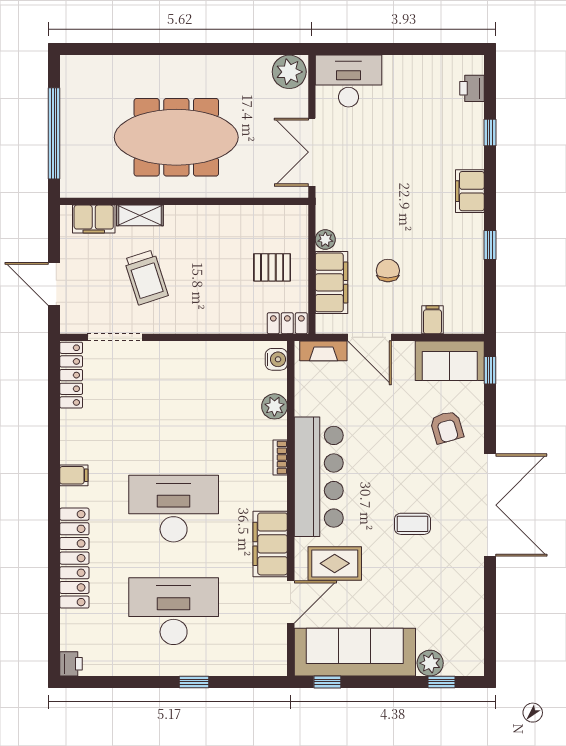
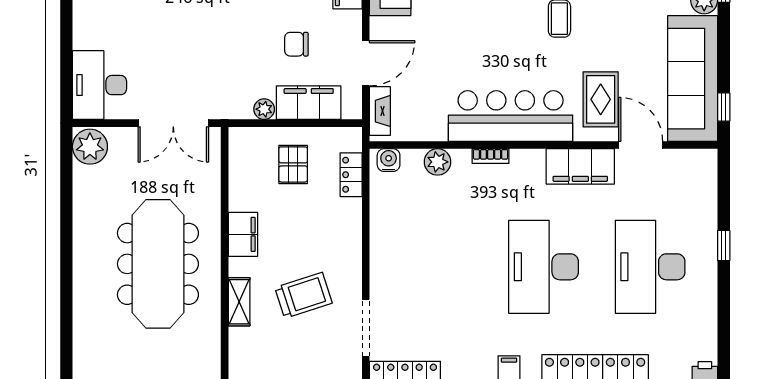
filing cabinet: (94, 219) -> (243, 234), moved
locker: (287, 323) -> (351, 175), moved

